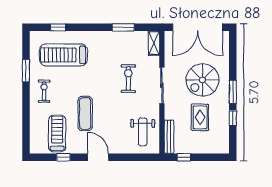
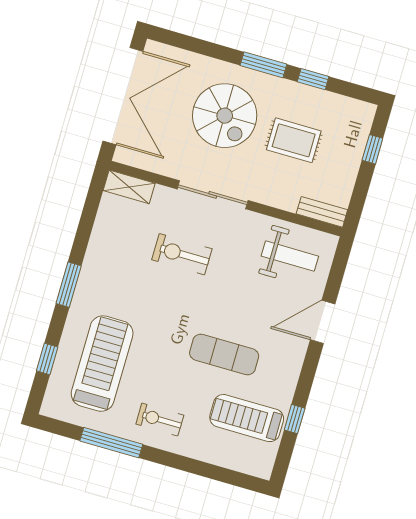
window: (123, 27) -> (69, 285), moved
treadmill: (63, 55) -> (102, 364), turned 180
window: (26, 71) -> (111, 443), width x1.44
bench: (169, 137) -> (322, 212), width x0.73
door: (98, 157) -> (323, 322), moved
window: (184, 157) -> (372, 149), moved

